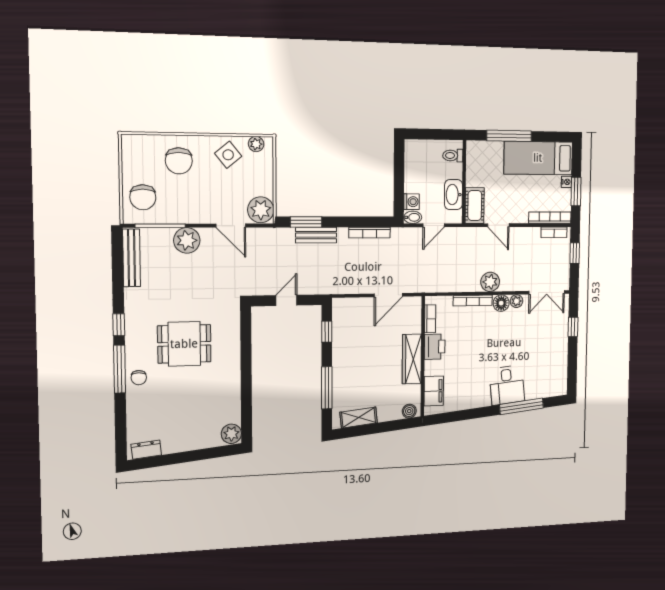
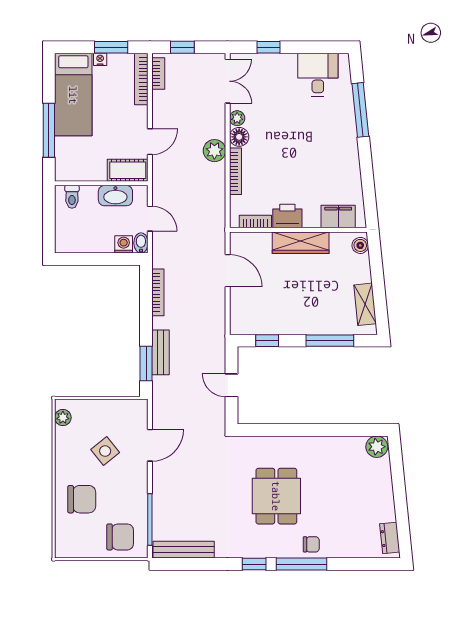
side table: (228, 155) -> (105, 451), moved
plant: (261, 210) -> (133, 413), removed
plant: (187, 240) -> (166, 492), removed
desk: (507, 385) -> (318, 75), moved, turned -84

